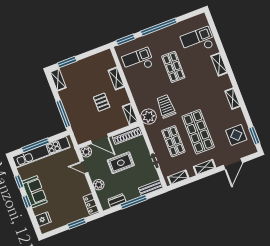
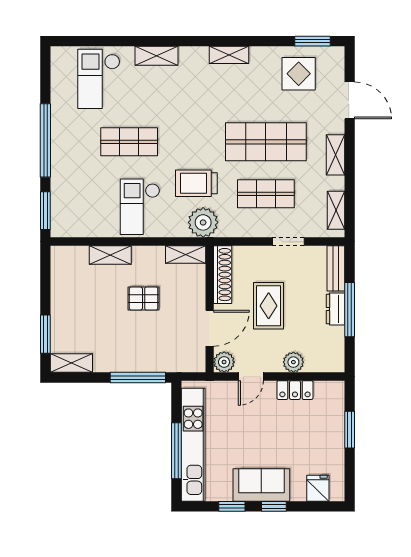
checkout: (138, 61) -> (140, 207), moved
dresser: (117, 201) -> (335, 309), moved
locker: (91, 204) -> (295, 390), moved

